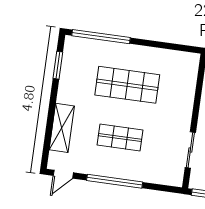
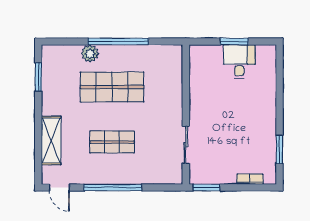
window: (101, 37) -> (118, 42), moved
plant: (111, 50) -> (90, 54), added
door: (63, 174) -> (59, 187), hinge flipped

